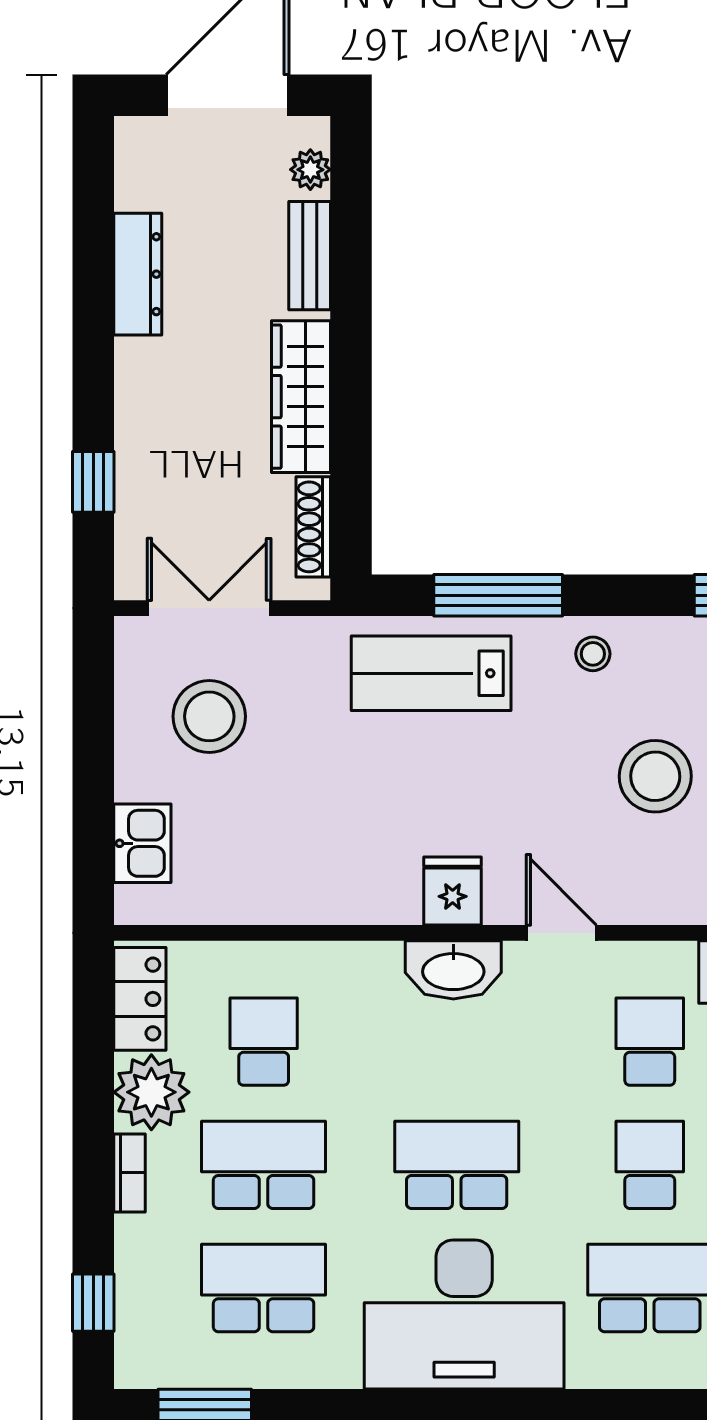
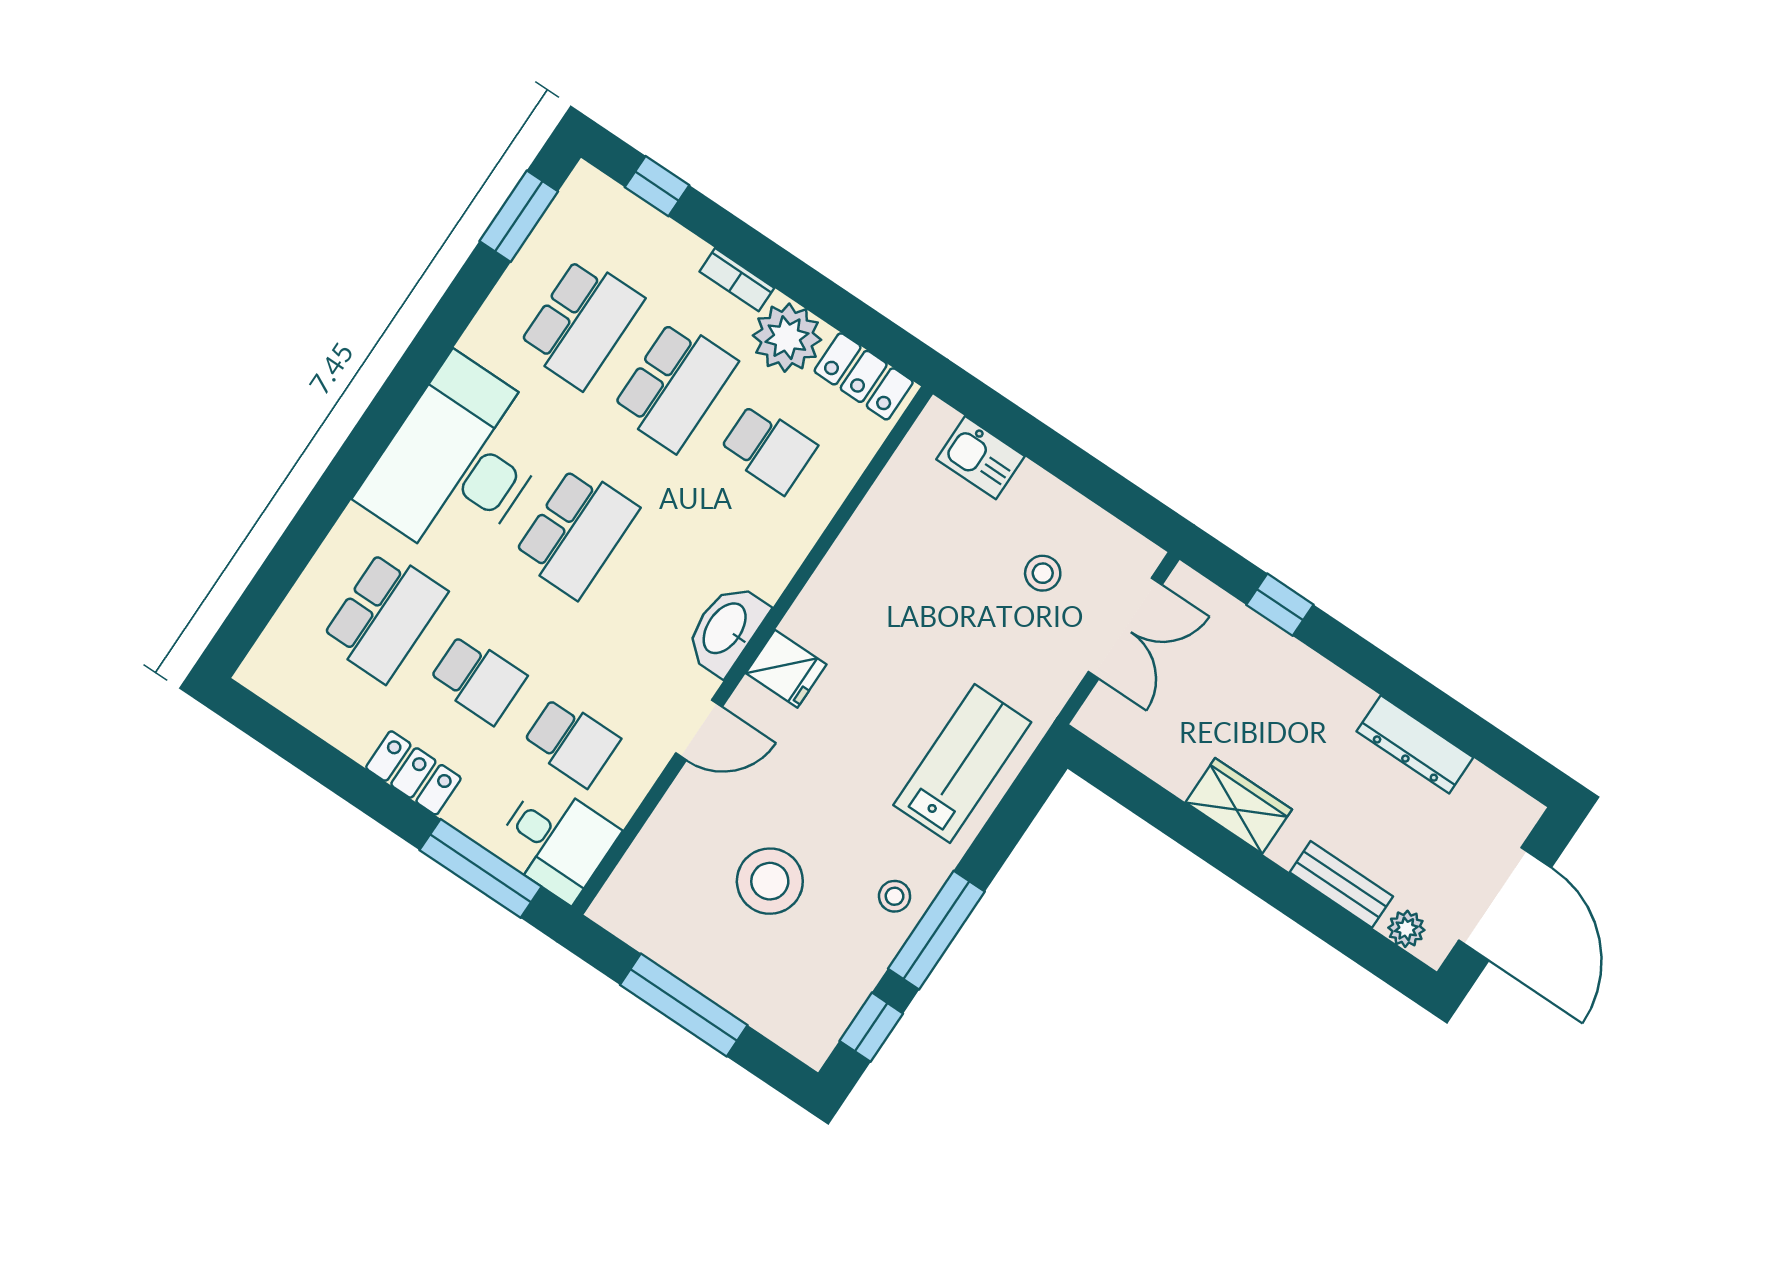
wardrobe: (301, 397) -> (1239, 806), width x0.67
shoe rack: (313, 527) -> (1134, 749), removed
window: (498, 595) -> (936, 930), moved
stool: (209, 716) -> (1043, 573), width x0.53, depth x0.53

